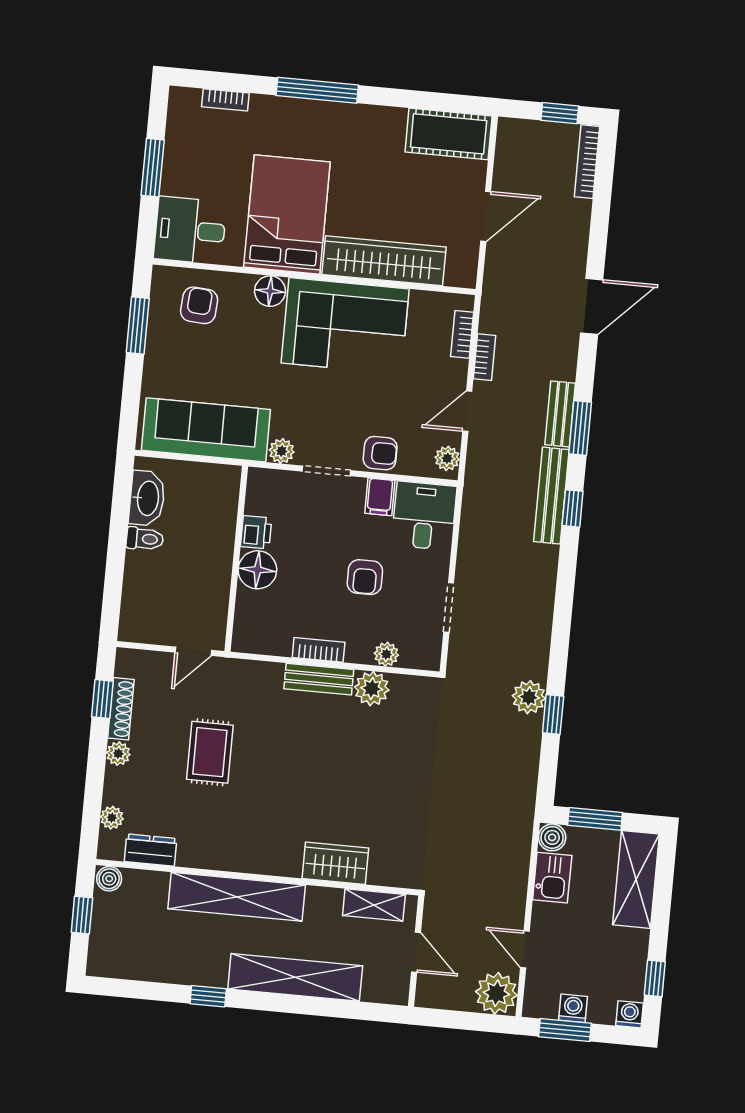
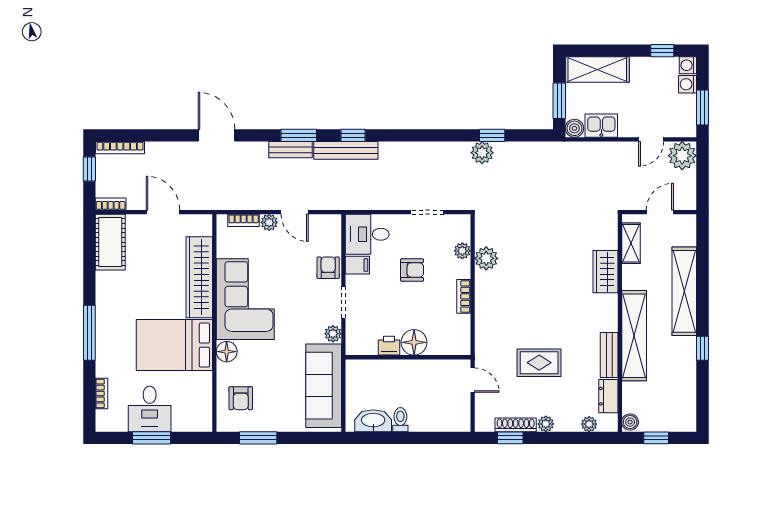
desk: (190, 230) -> (150, 409), moved
armchair: (199, 305) -> (241, 398), turned -94
bookcase: (484, 357) -> (111, 204), moved
plant: (447, 458) -> (269, 222), moved
bench: (319, 679) -> (609, 355), moved
washing machine: (573, 1008) -> (688, 84), moved

